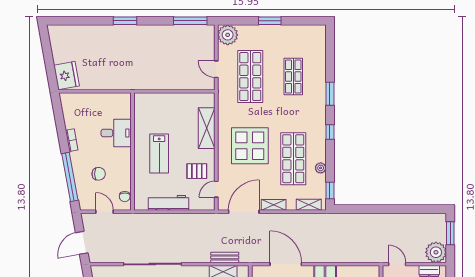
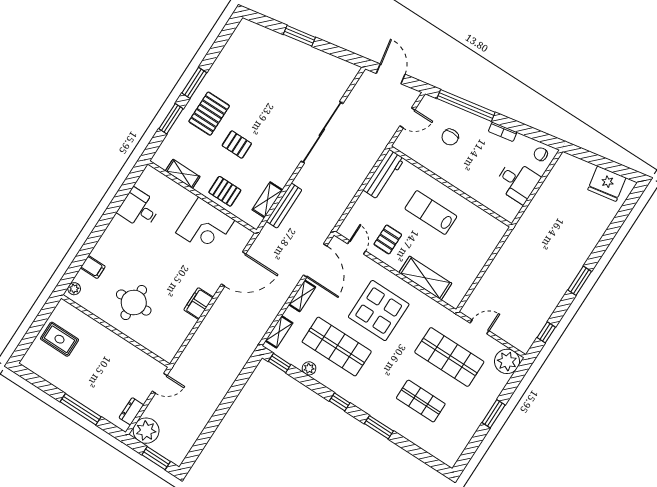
window: (125, 21) -> (580, 281), moved
window: (190, 21) -> (546, 332), width x0.46
fridge: (66, 76) -> (607, 184), moved
desk: (116, 133) -> (517, 182), moved, turned -90
chair: (125, 197) -> (541, 154), moved
workbench: (169, 203) -> (384, 174), moved
bench: (225, 257) -> (284, 206), width x1.36

